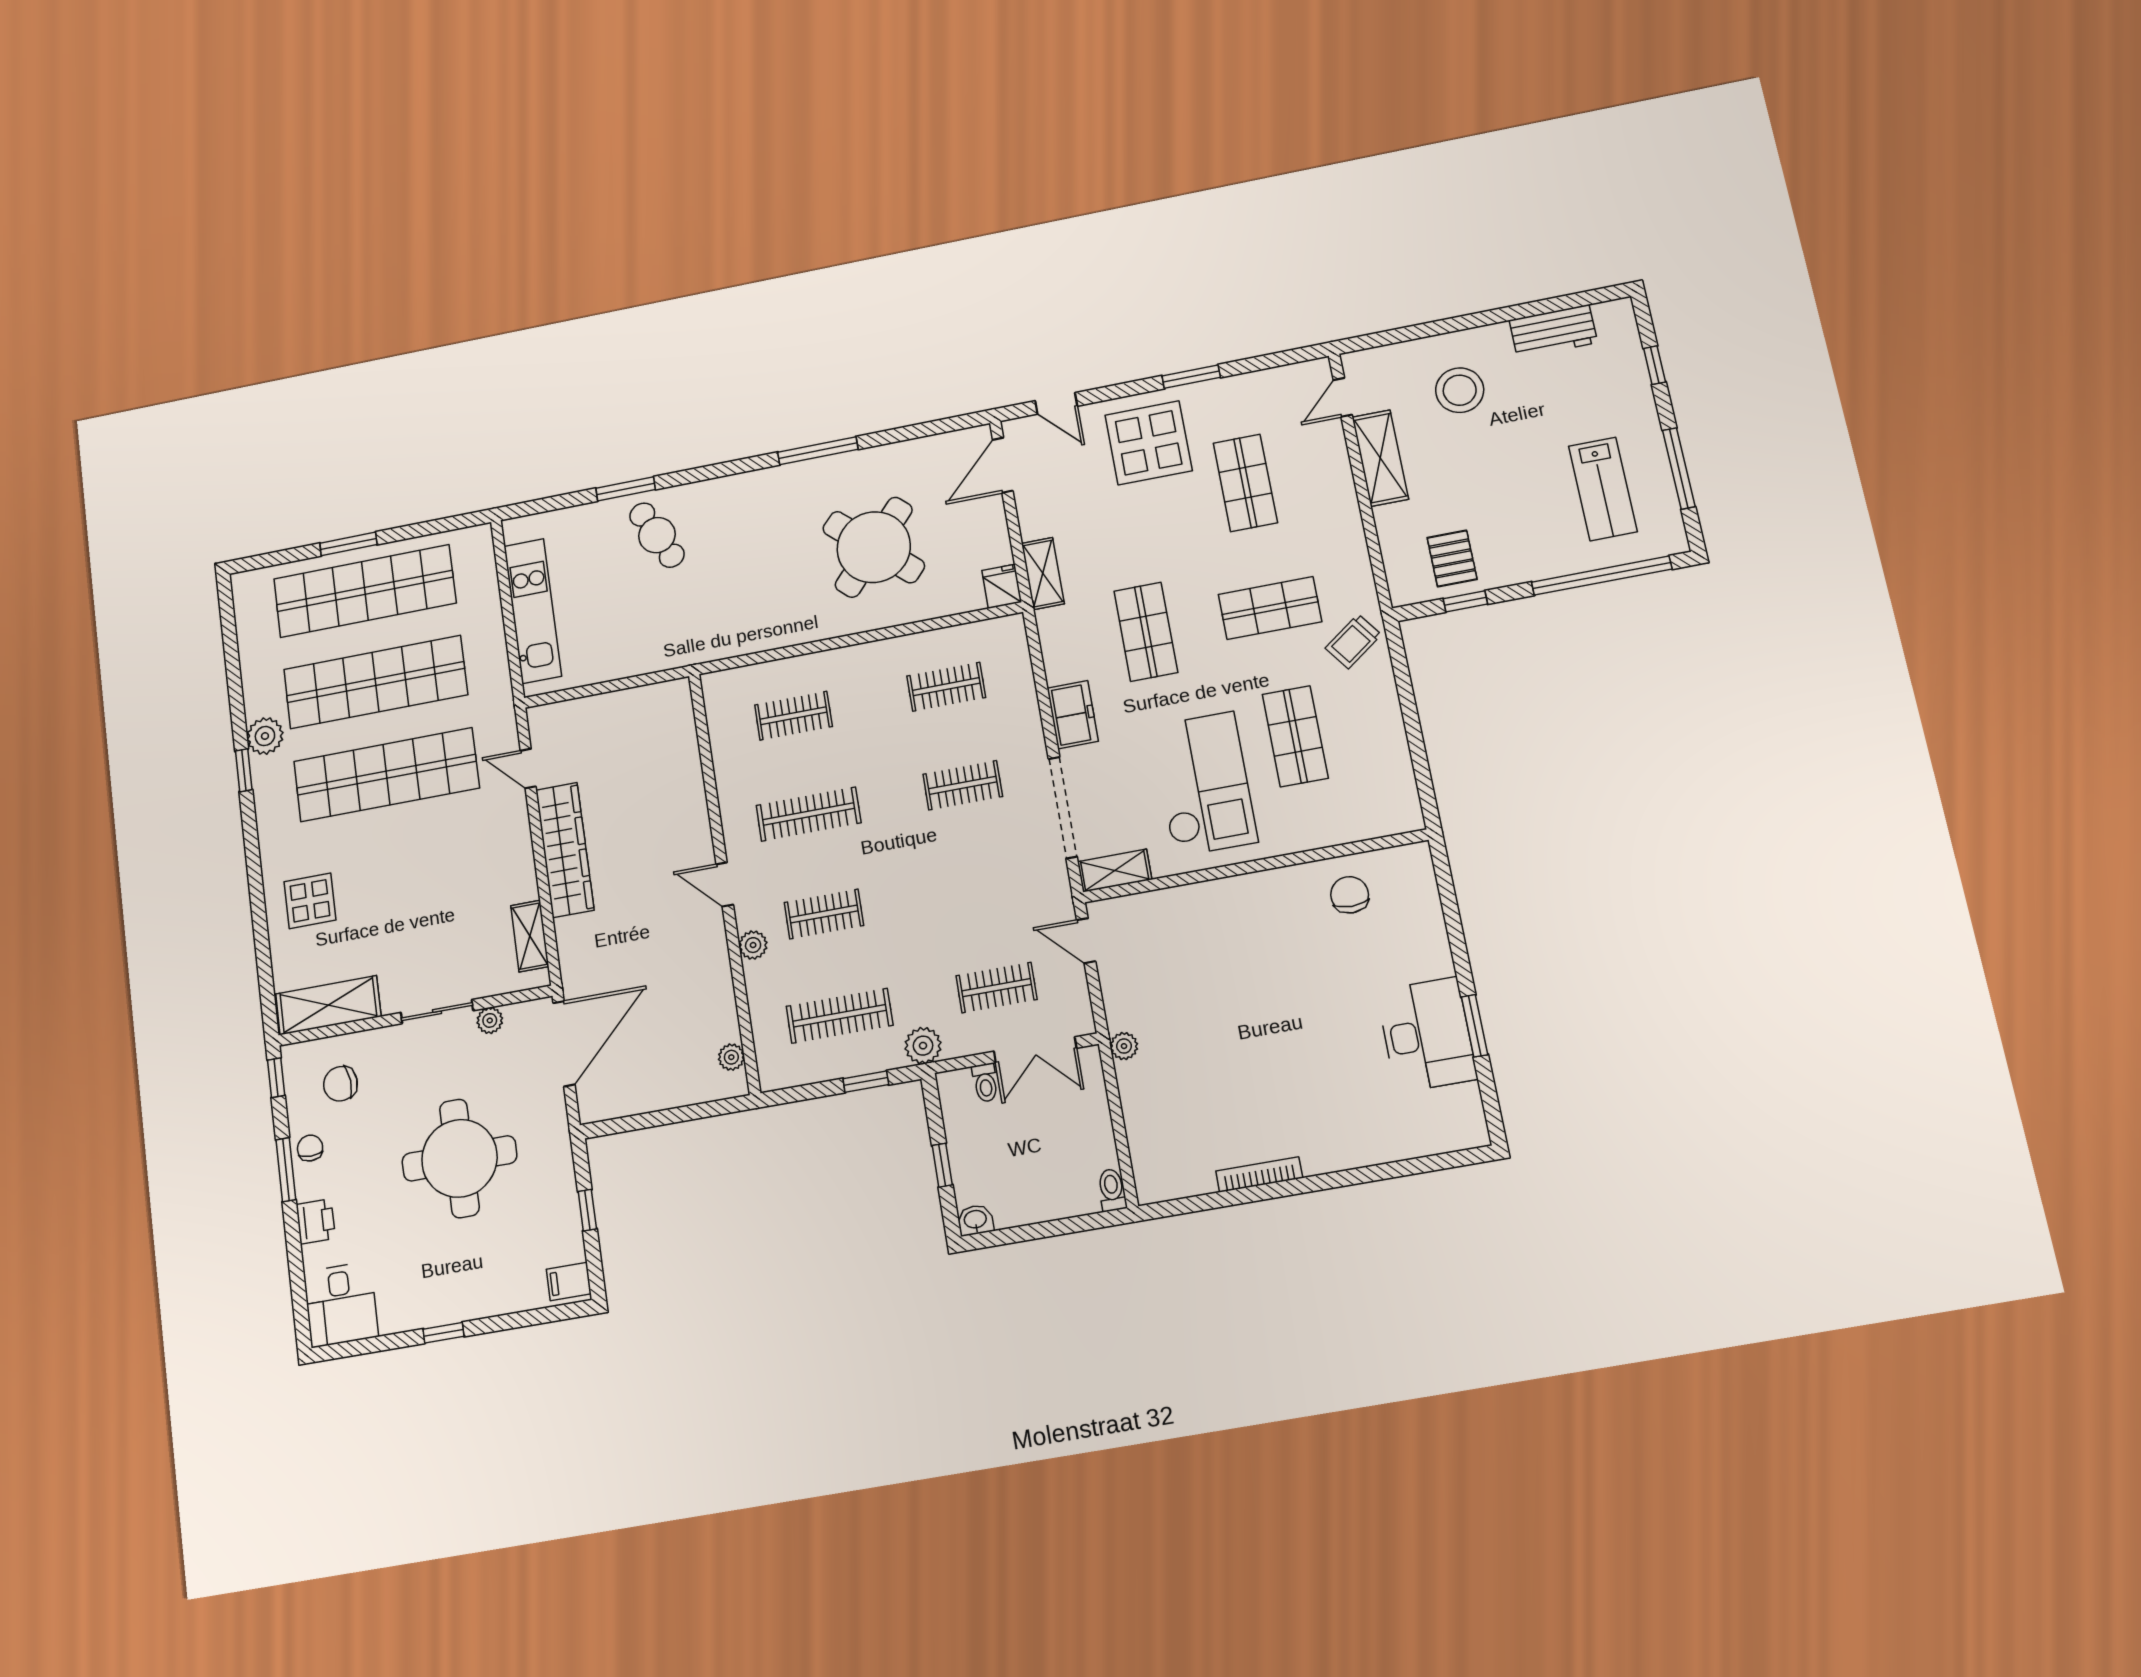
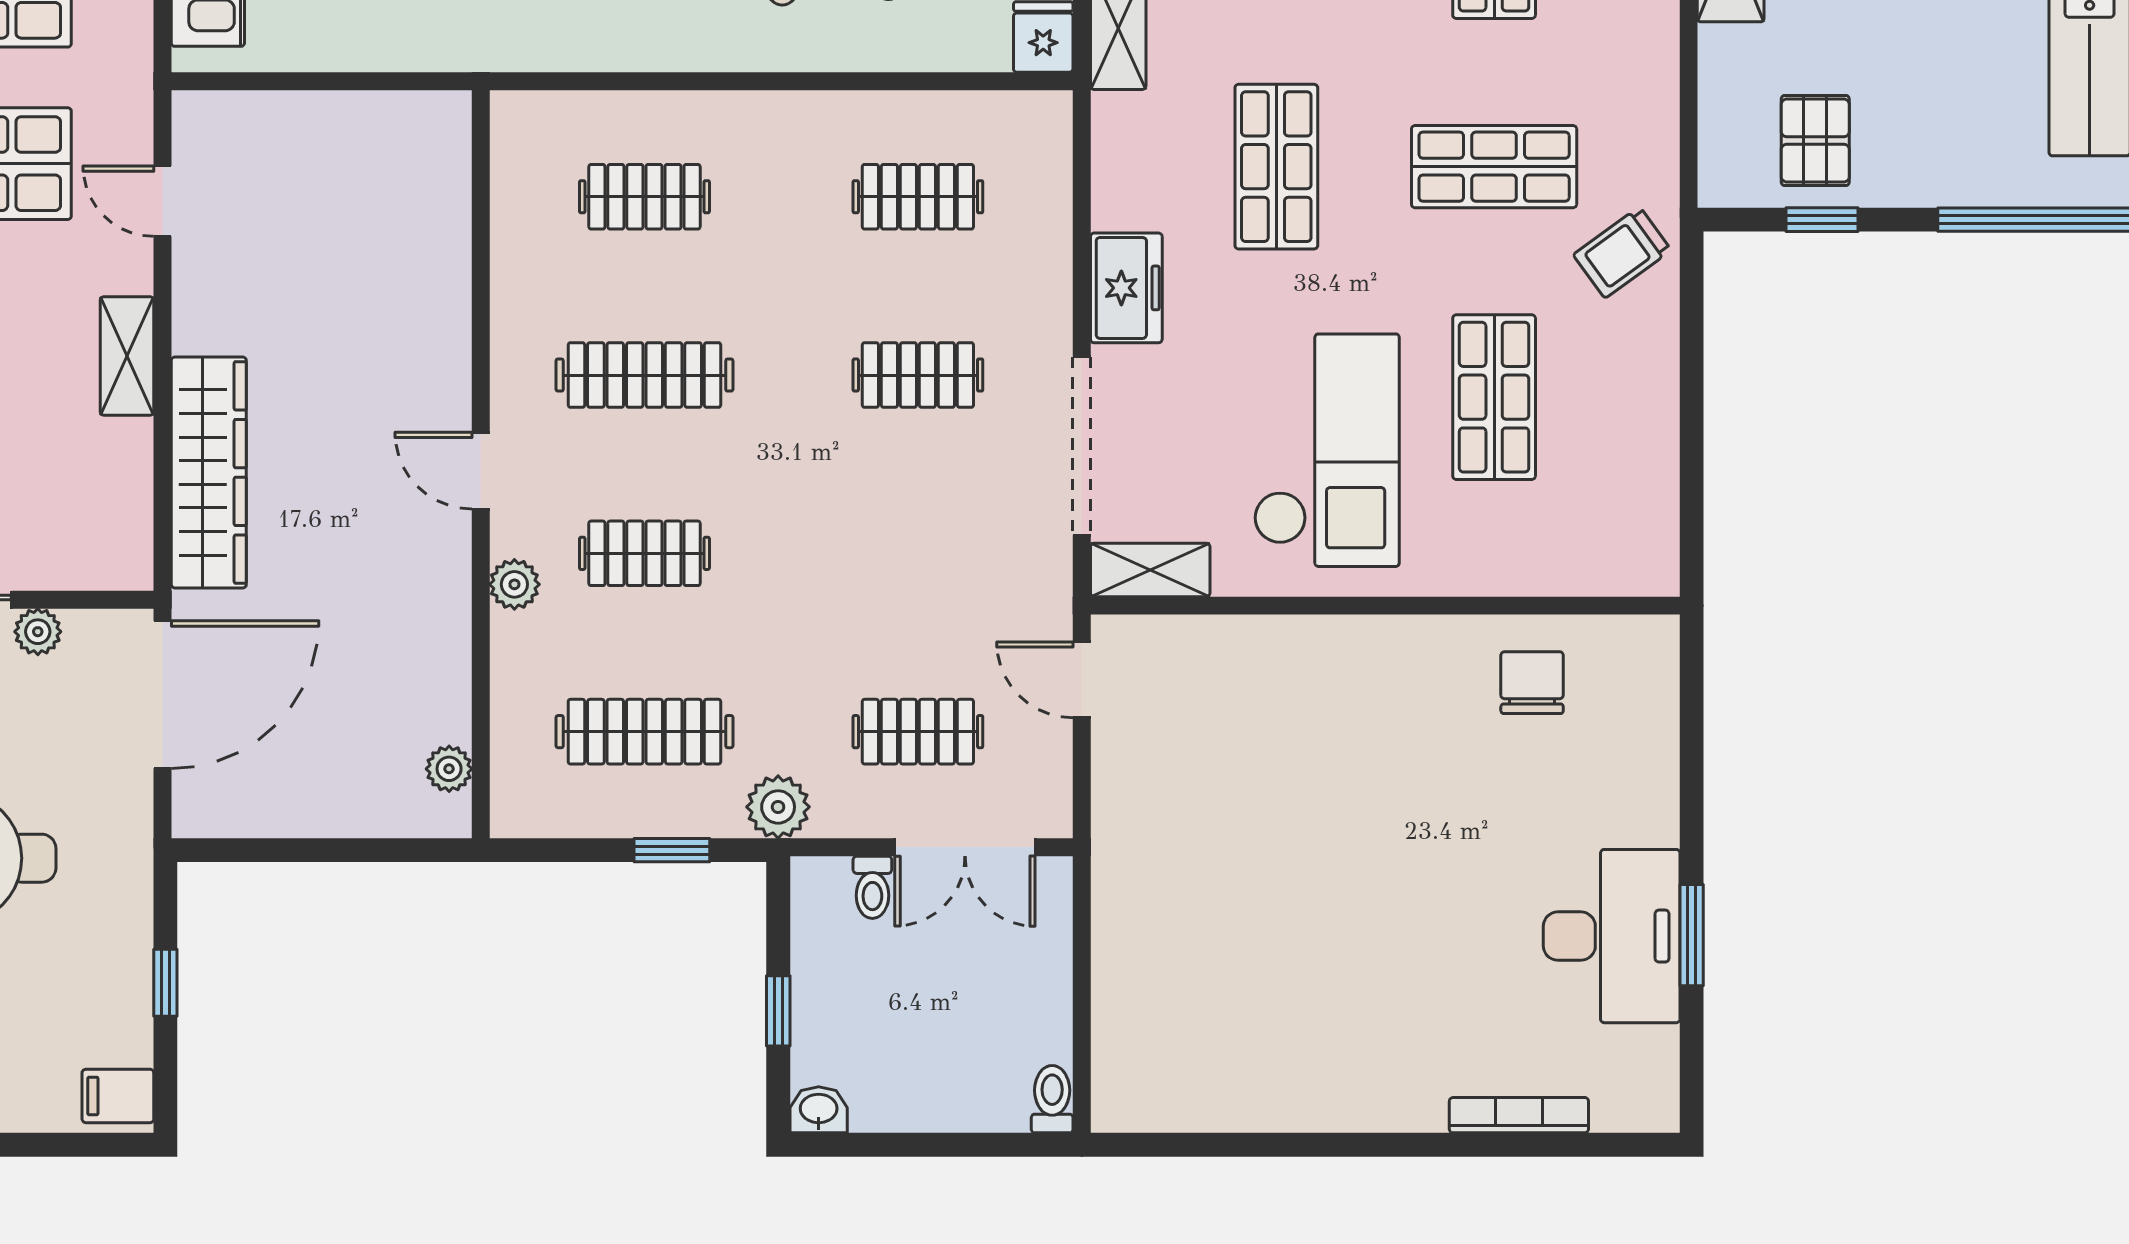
wardrobe: (565, 850) -> (209, 472), moved
shelving: (530, 936) -> (127, 356), moved
plant: (1124, 1046) -> (1114, 867), removed
bookcase: (1259, 1174) -> (1519, 1115), moved

